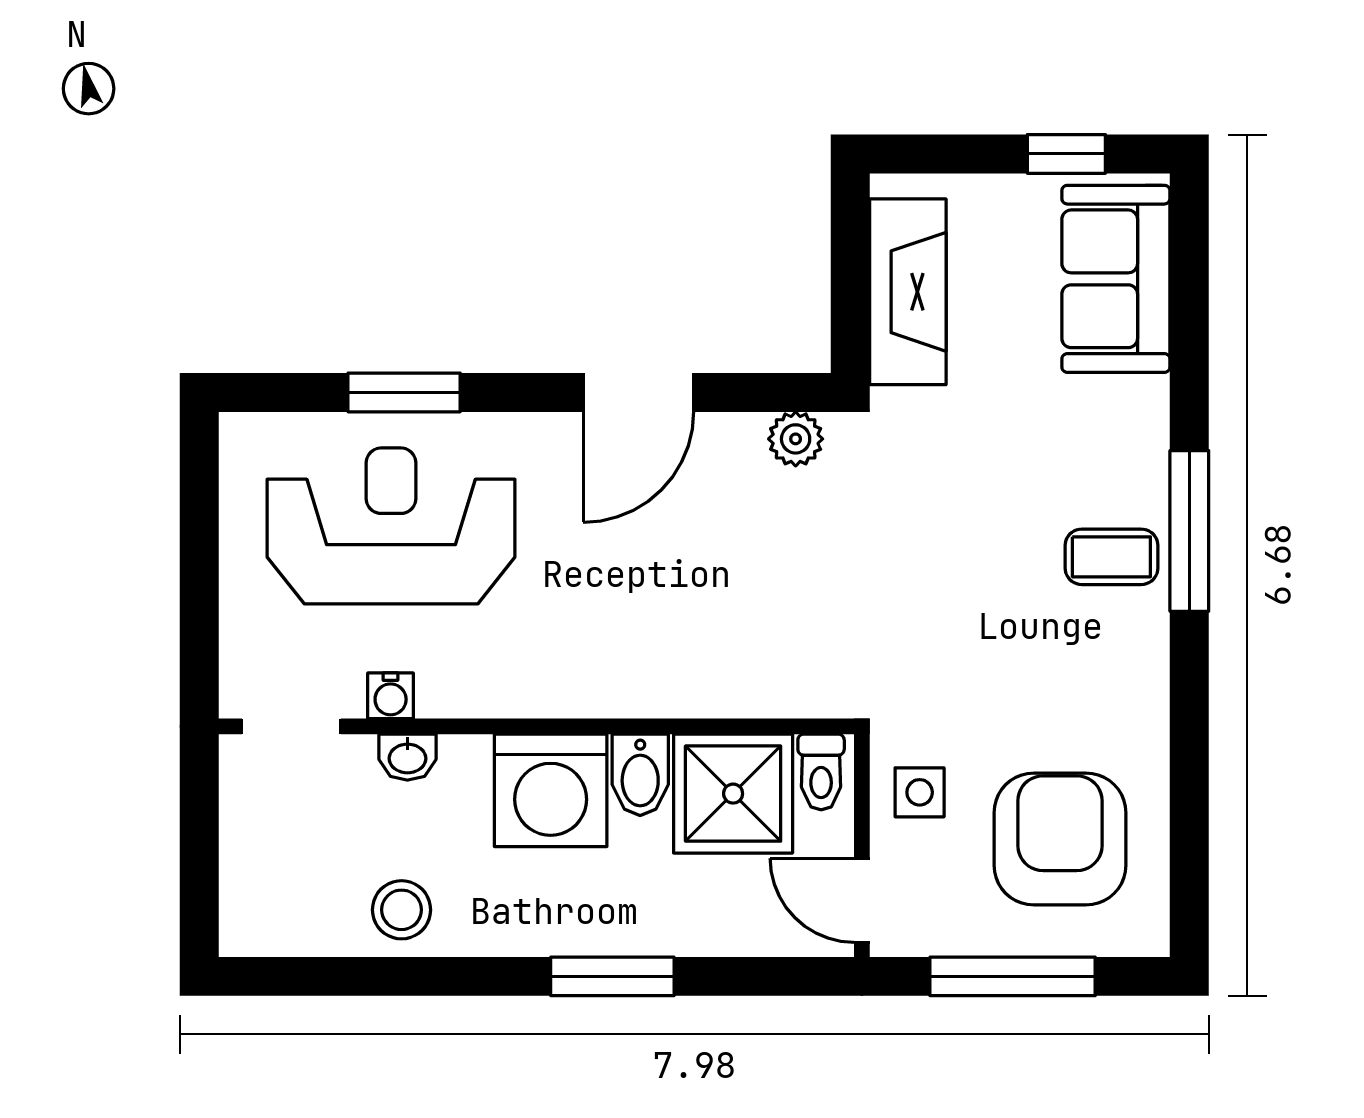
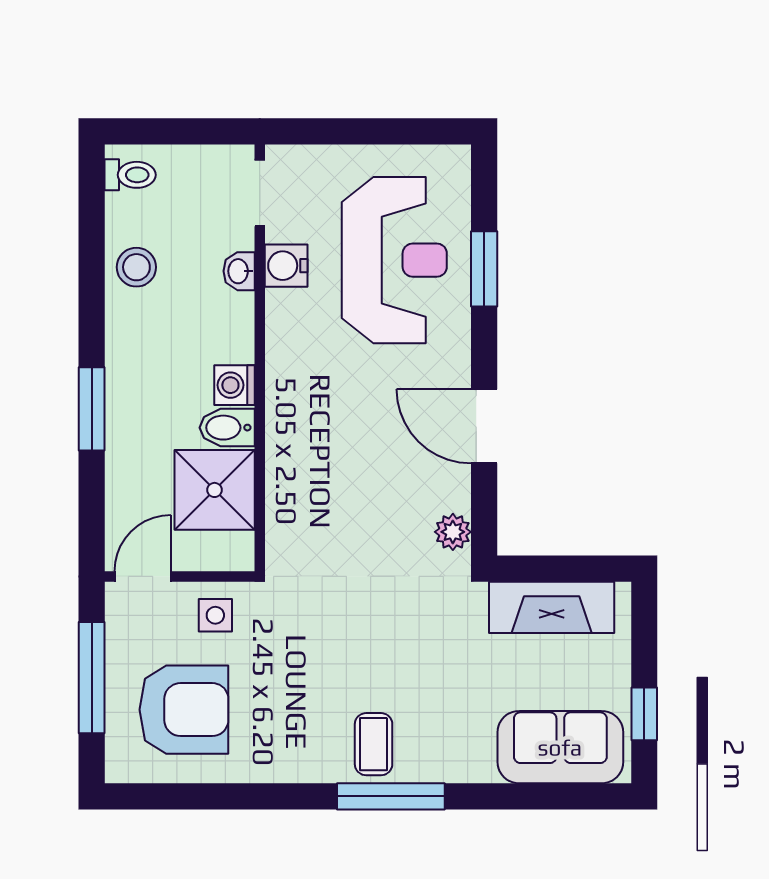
water cooler: (391, 696) -> (286, 266), width x1.38, depth x1.38
toilet: (821, 772) -> (130, 175), moved, turned 180
washing machine: (551, 790) -> (234, 385), width x0.53, depth x0.53

